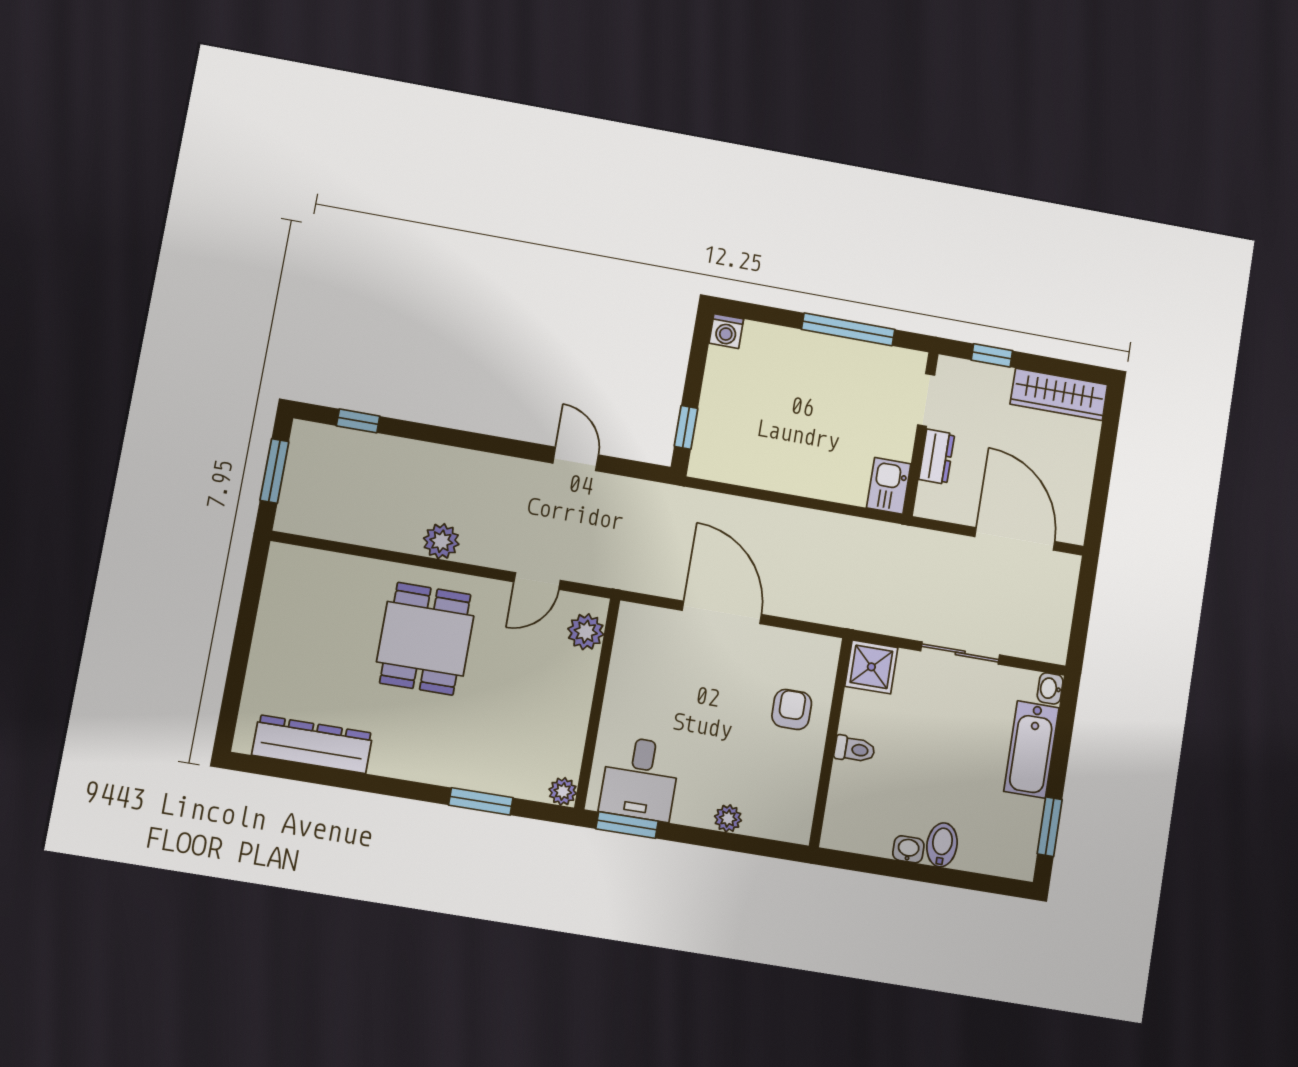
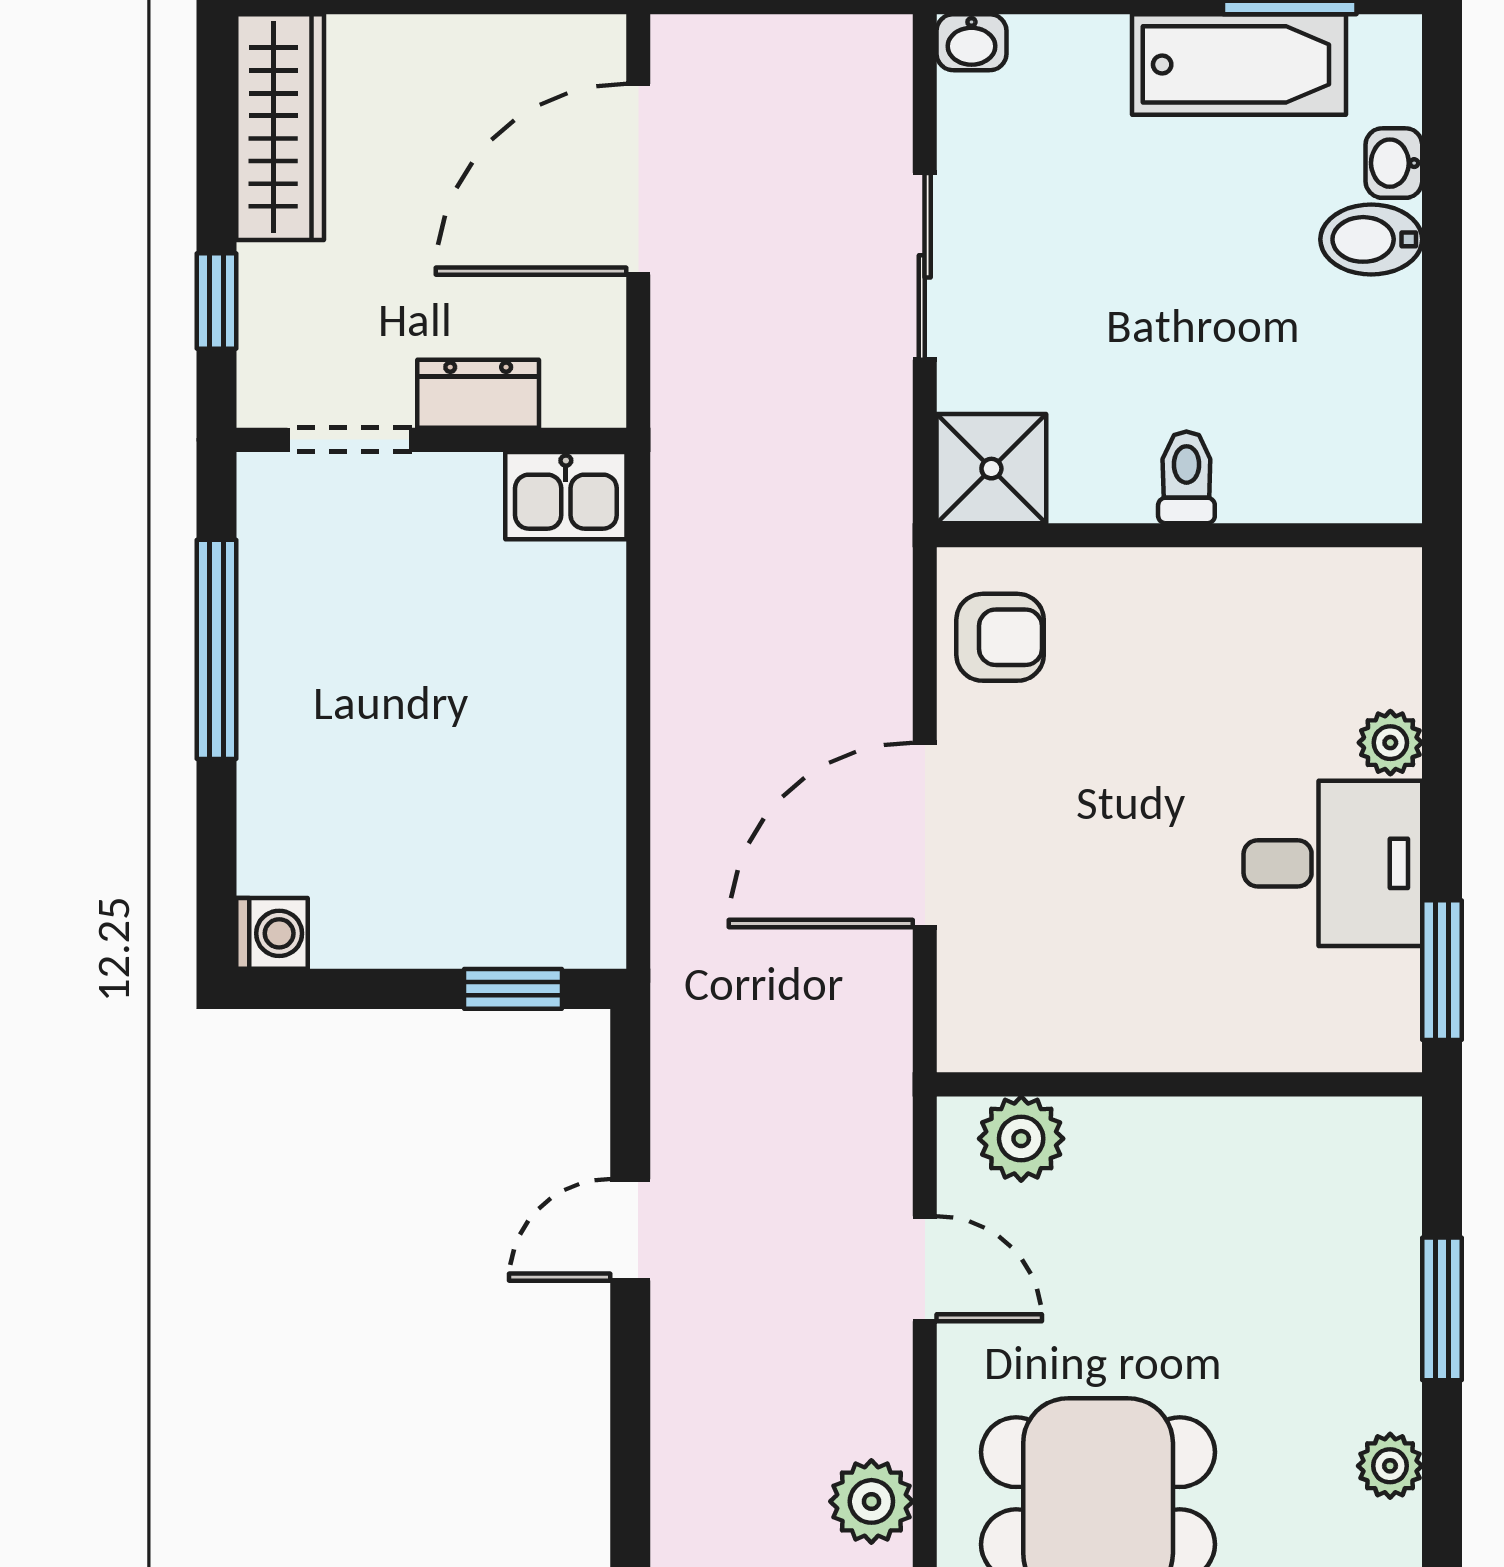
armchair: (792, 709) -> (1000, 637), moved, turned 180
bathtub: (1031, 749) -> (1239, 64), moved
desk: (640, 779) -> (1333, 863), moved
plant: (563, 791) -> (1390, 1466), moved
washbasin: (908, 849) -> (1394, 163), moved

